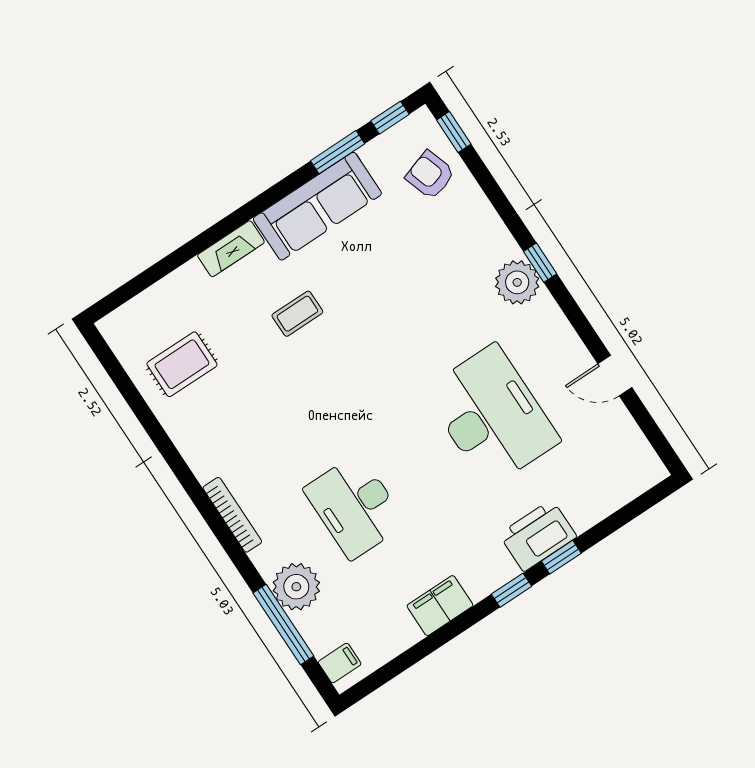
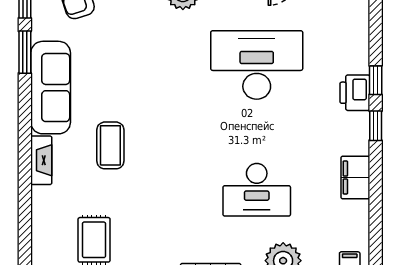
coffee table: (297, 314) -> (110, 145), width x1.36, depth x1.30
printer: (538, 535) -> (355, 93), width x0.73, depth x0.84

